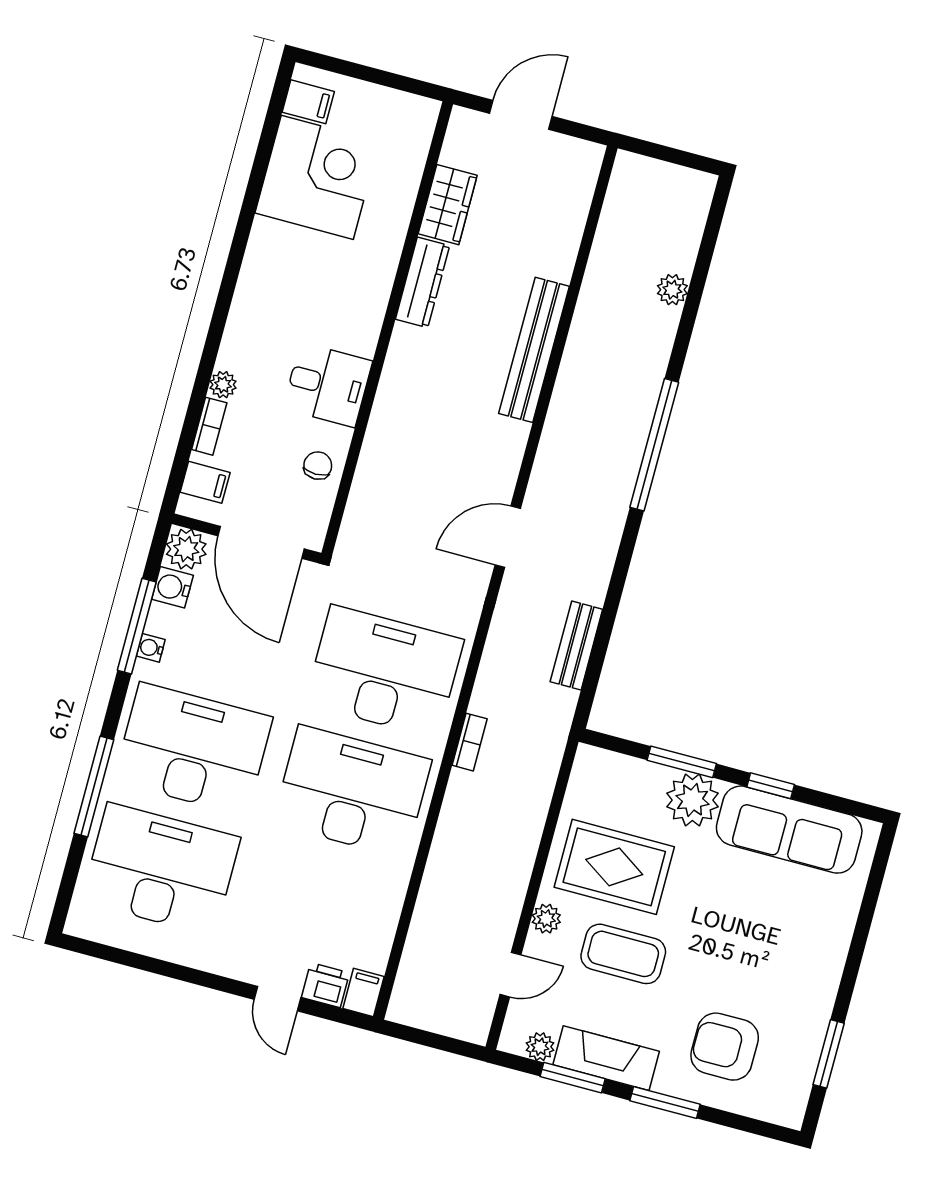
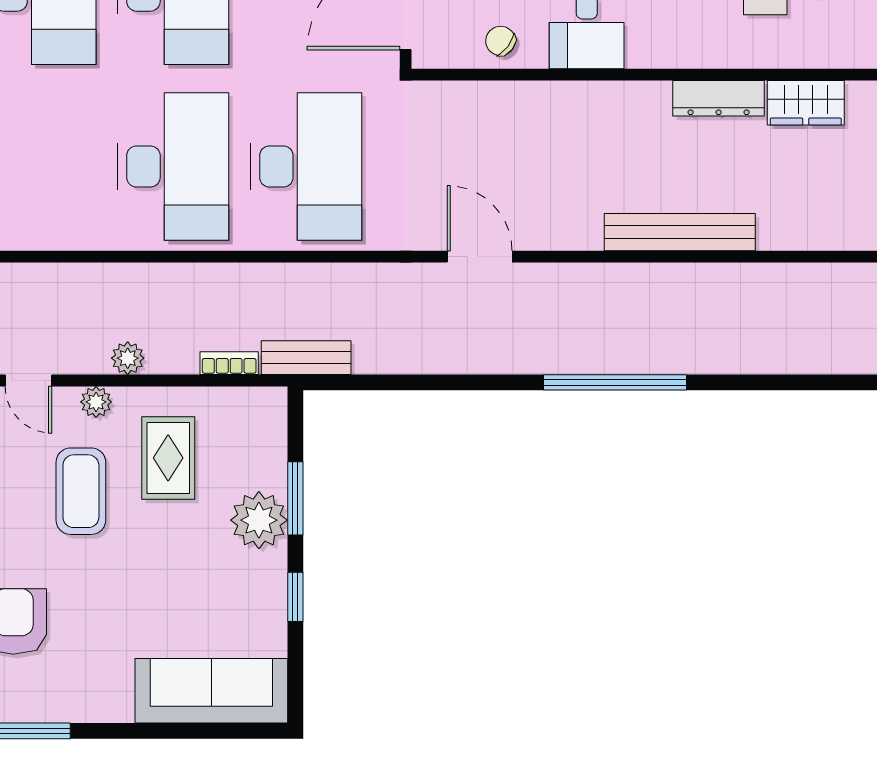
plant: (672, 290) -> (128, 358), moved
chair: (318, 466) -> (501, 41), turned -143
bench: (576, 646) -> (306, 358), moved
bookcase: (470, 742) -> (229, 363), moved, turned 180
sofa: (789, 830) -> (211, 691), moved, turned 90
rug: (614, 867) -> (168, 458), width x0.73, depth x0.70

